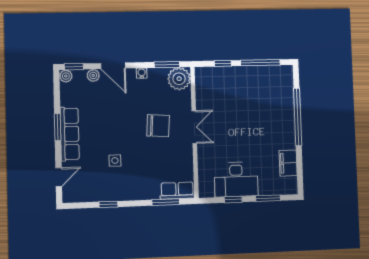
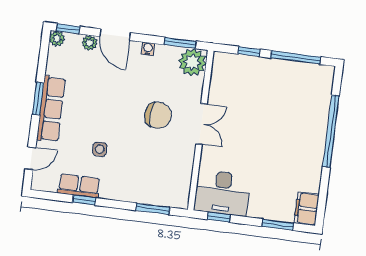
filing cabinet: (288, 163) -> (307, 209), moved
desk: (236, 179) -> (222, 193), moved
row of seats: (177, 191) -> (79, 186), moved
window: (233, 200) -> (219, 217), moved

